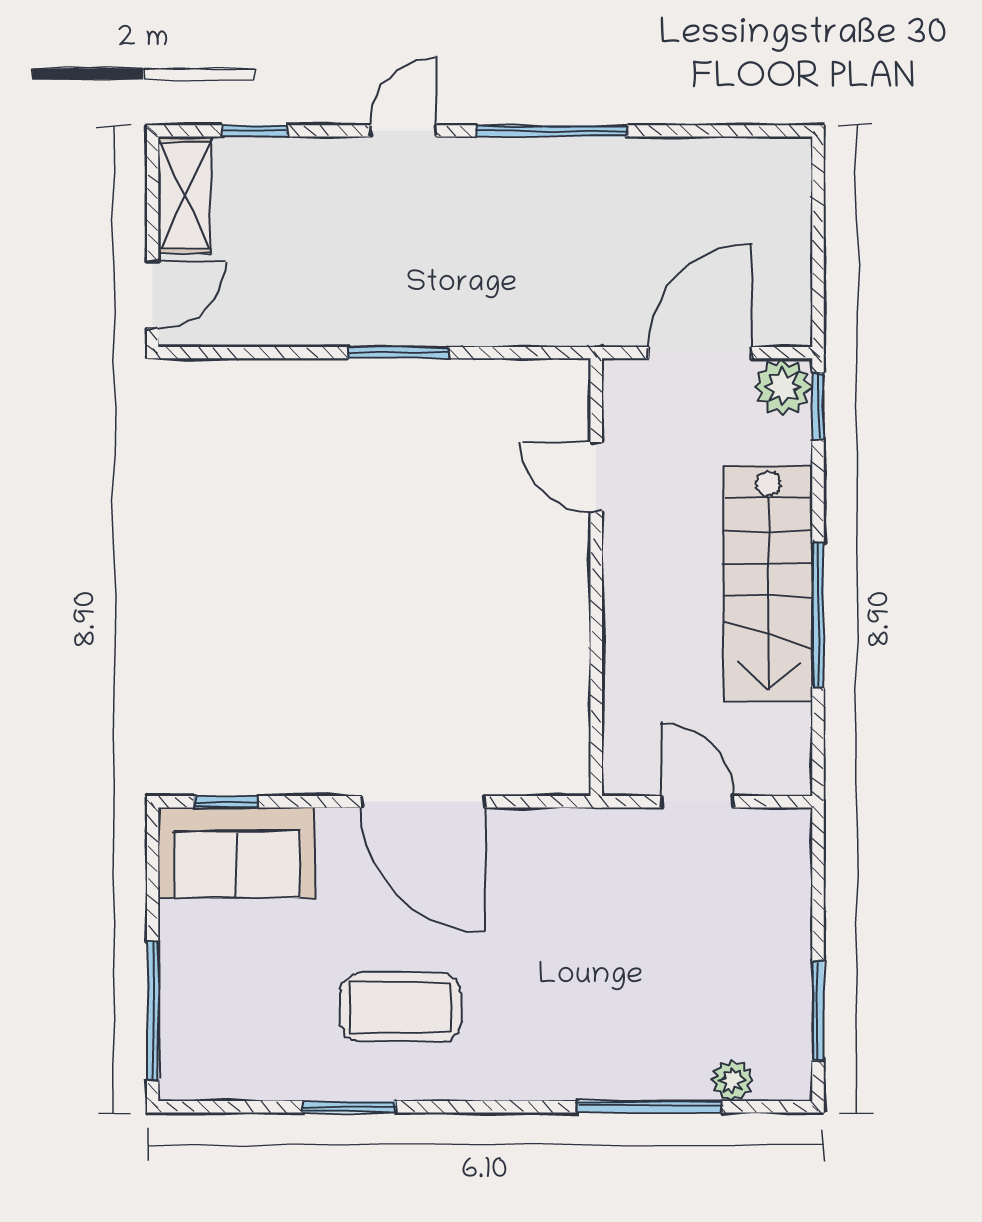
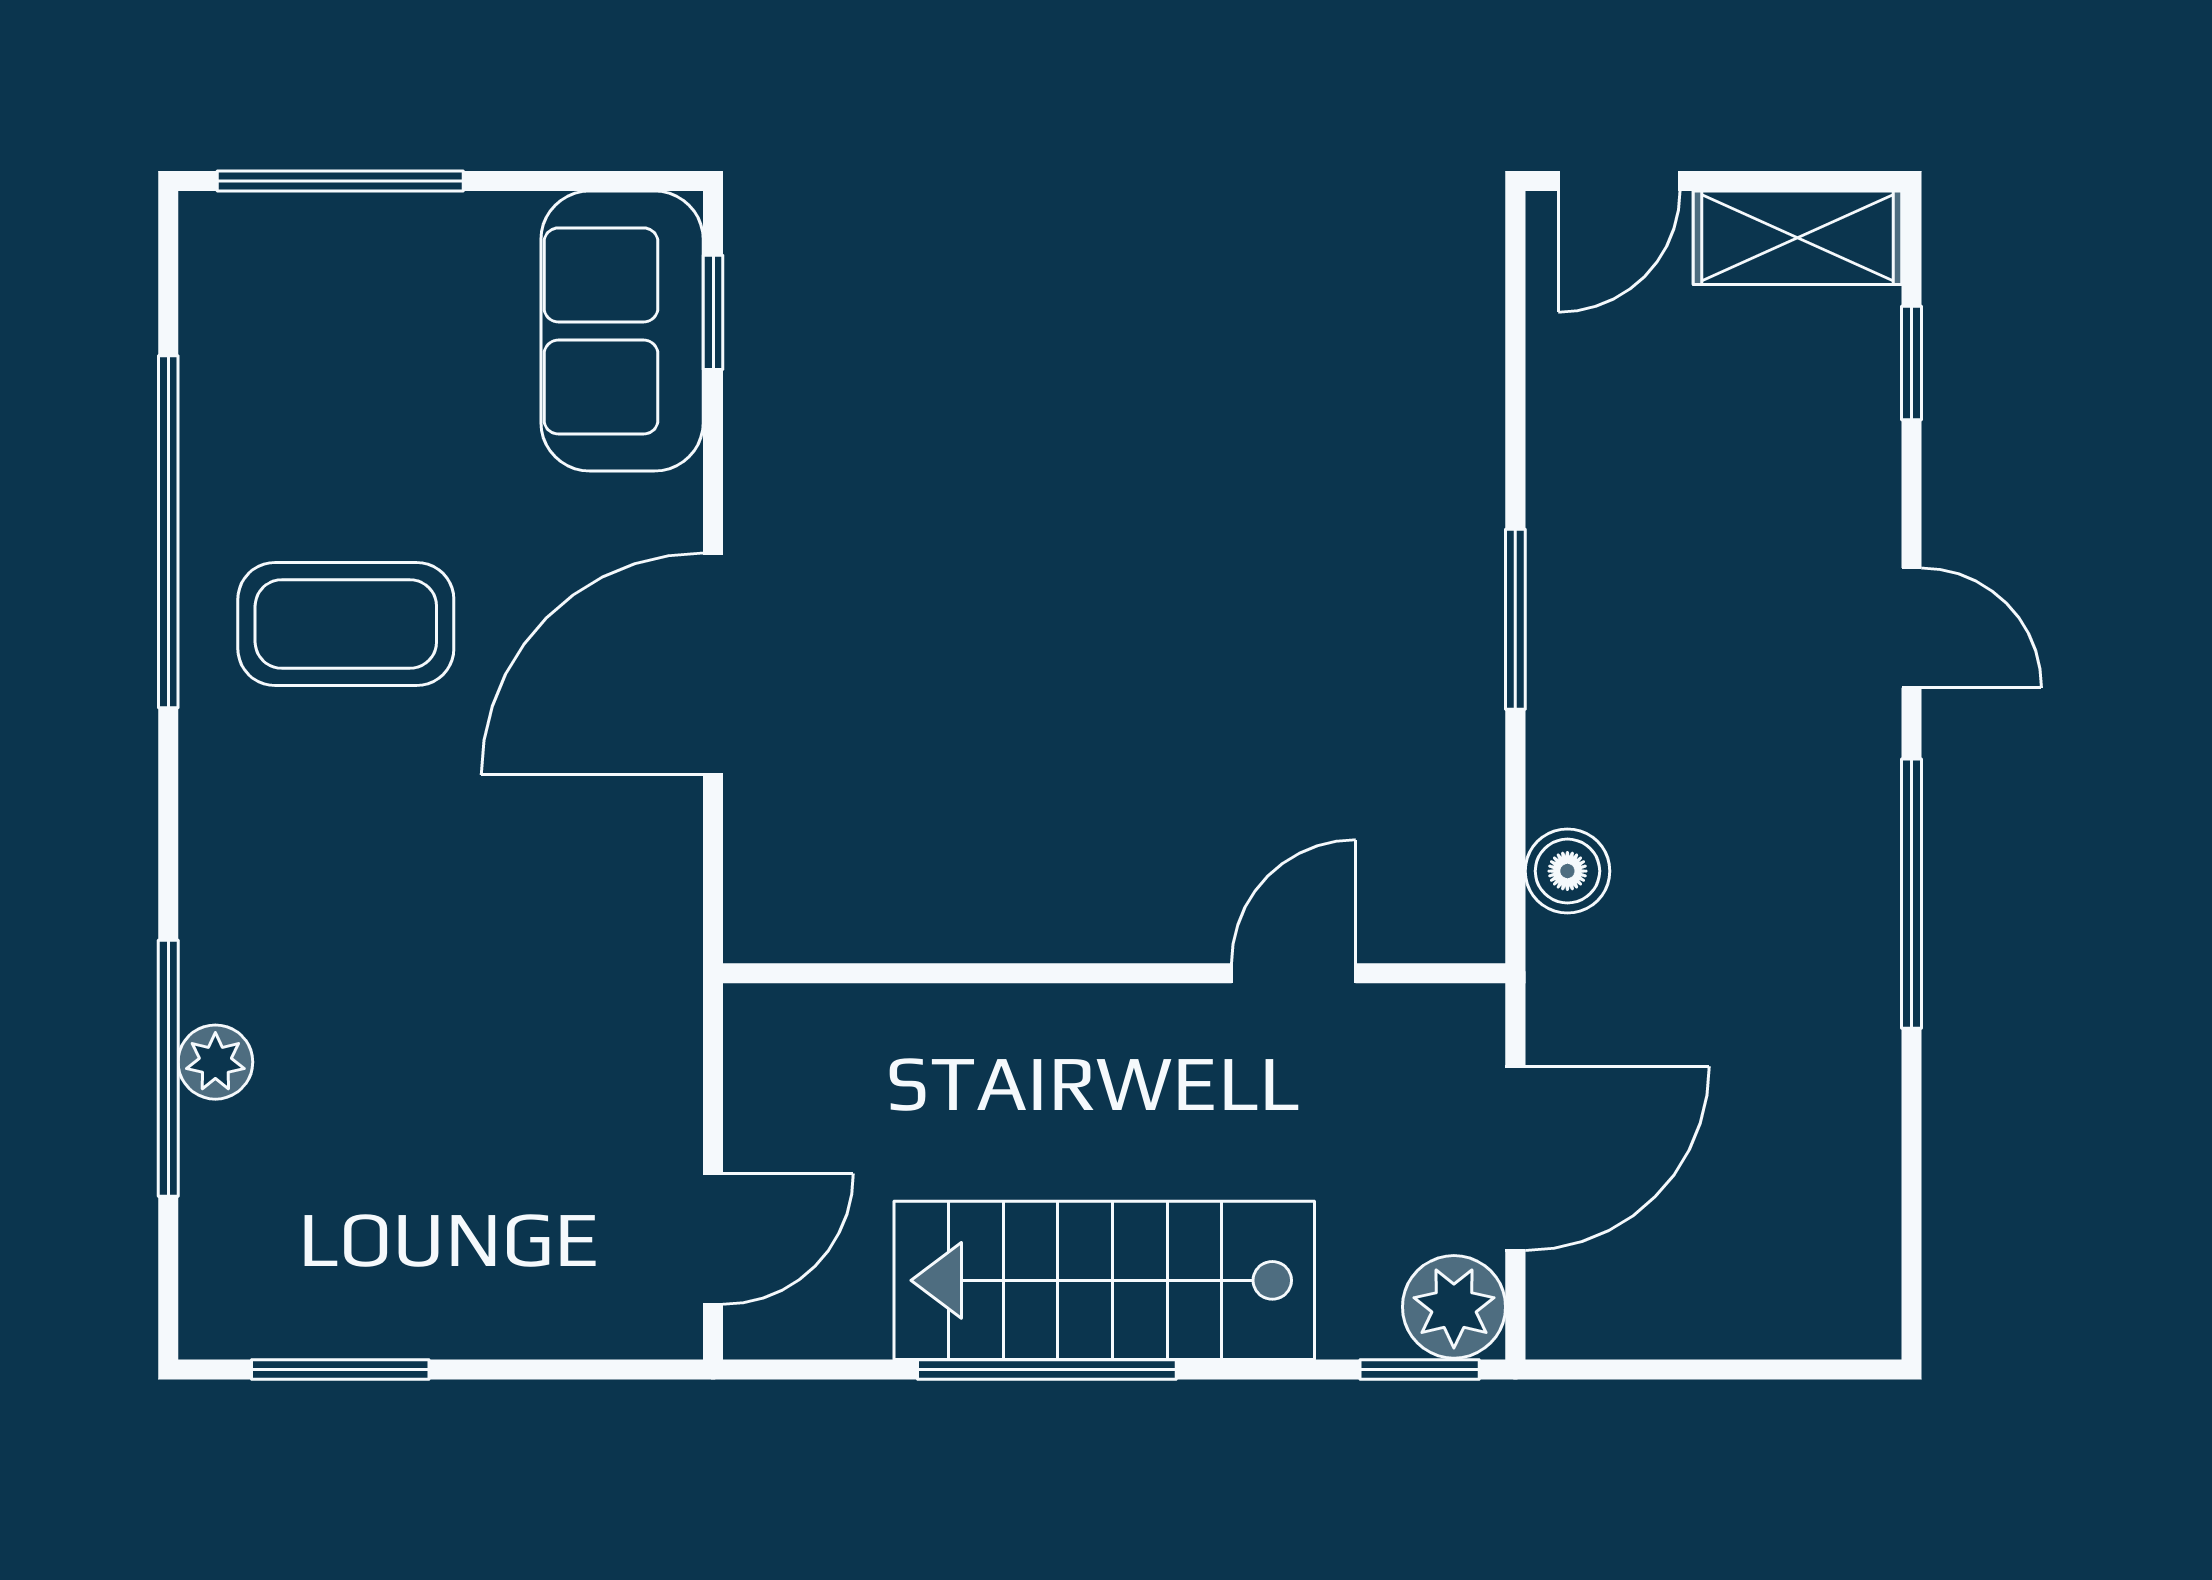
door: (153, 295) -> (1619, 181), hinge flipped
boiler: (539, 323) -> (1567, 871), added
door: (700, 353) -> (1515, 1158), hinge flipped
door: (697, 802) -> (713, 1239), moved
coffee table: (401, 1007) -> (346, 624), turned 90
plant: (732, 1080) -> (215, 1062), moved
window: (349, 1107) -> (168, 532), width x2.11

